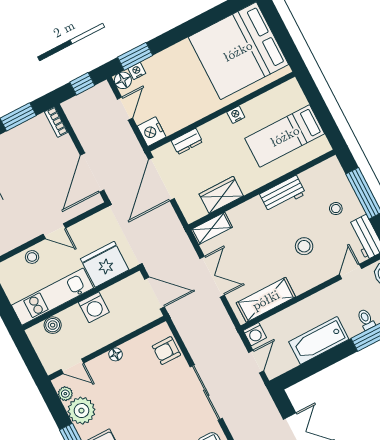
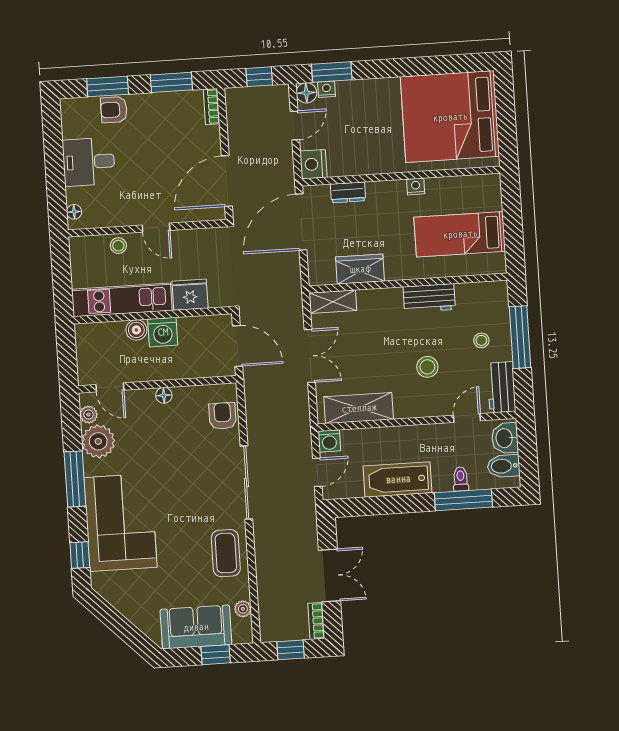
fridge: (105, 264) -> (190, 295), width x0.73, depth x0.75
boiler: (53, 325) -> (136, 330), moved
armchair: (166, 351) -> (223, 416), turned 90

